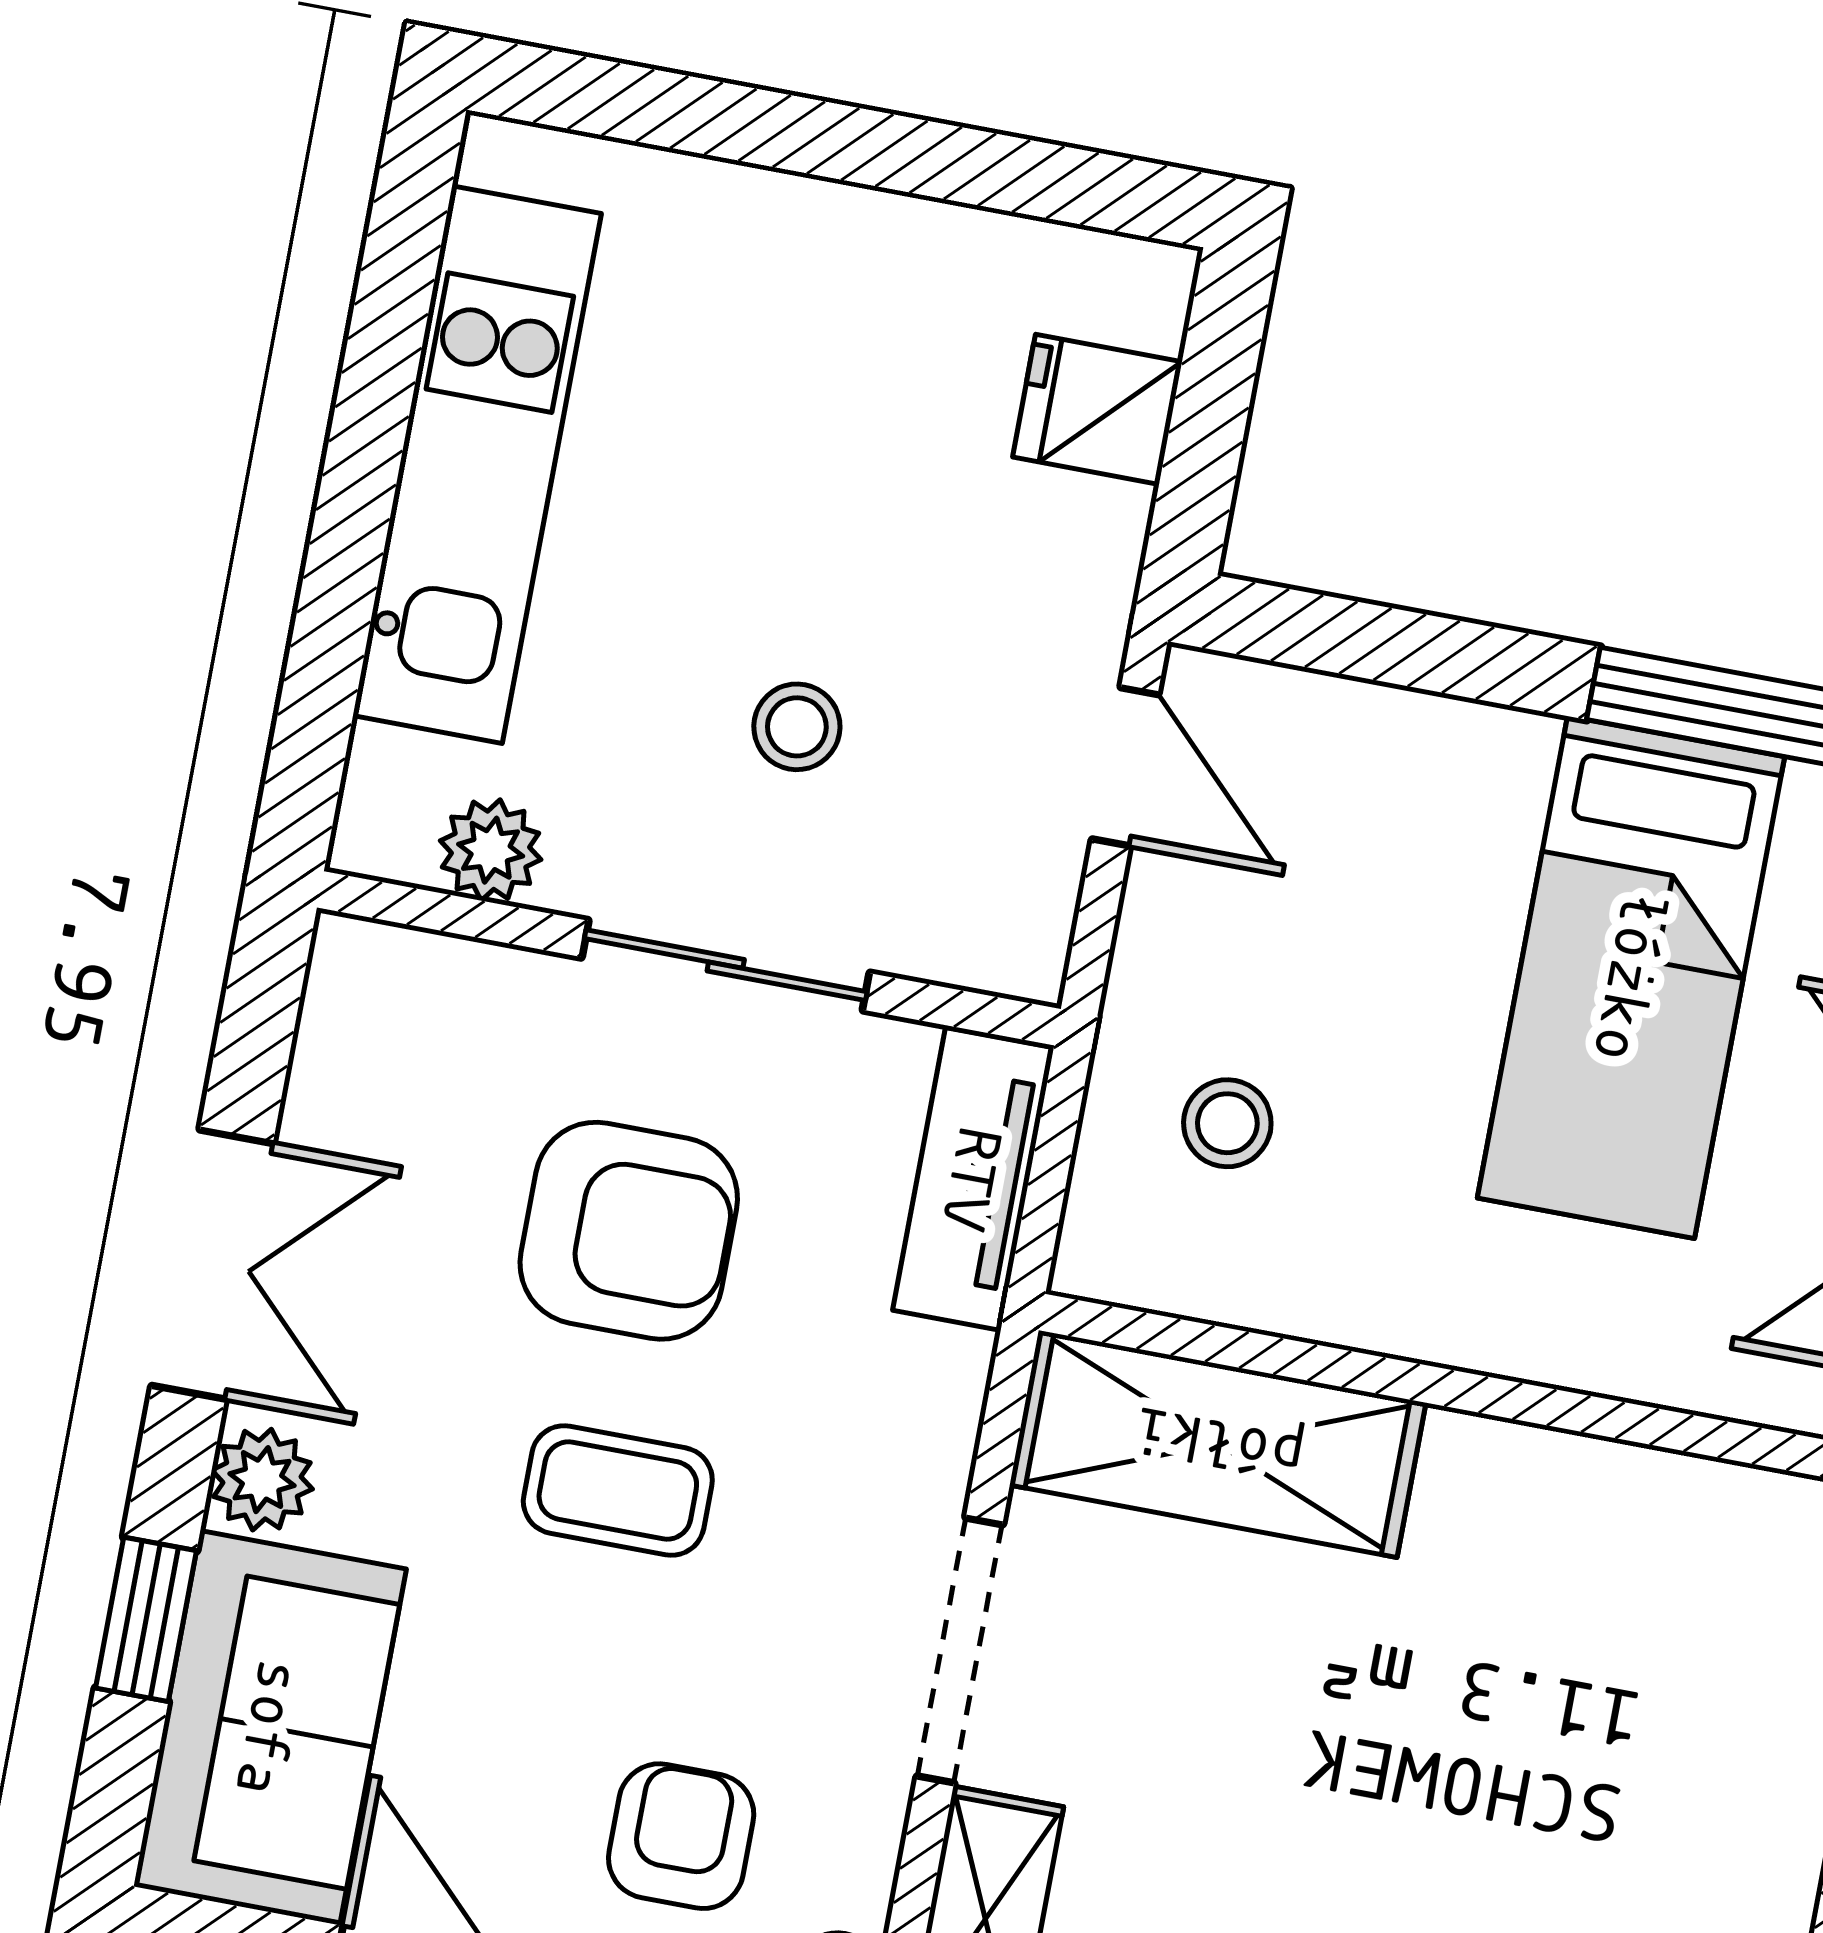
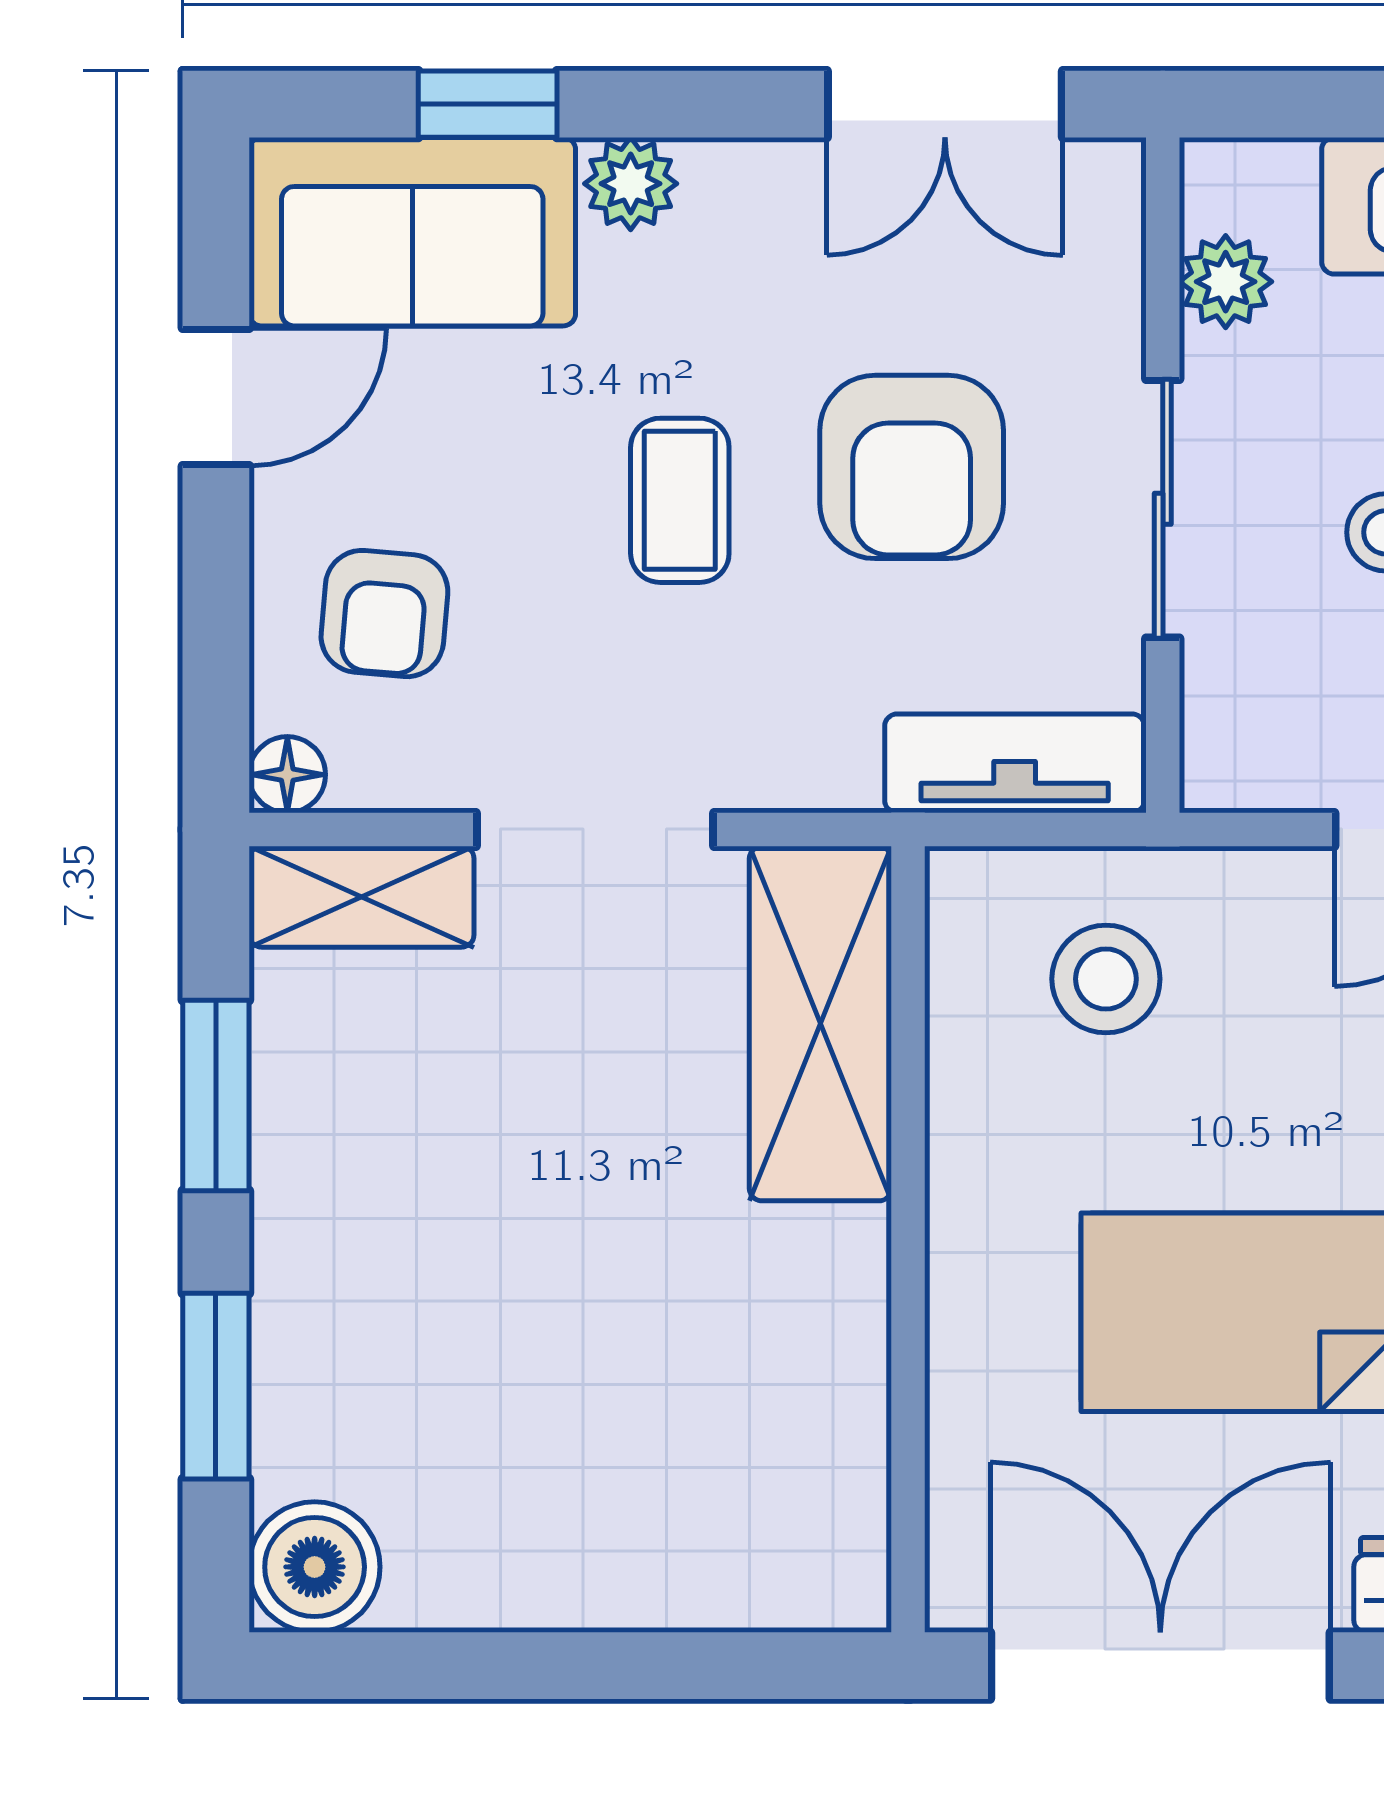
stool: (1227, 1123) -> (1106, 979), width x1.37, depth x1.37
double door: (212, 1265) -> (945, 104), moved
armchair: (681, 1836) -> (384, 614), turned 95

